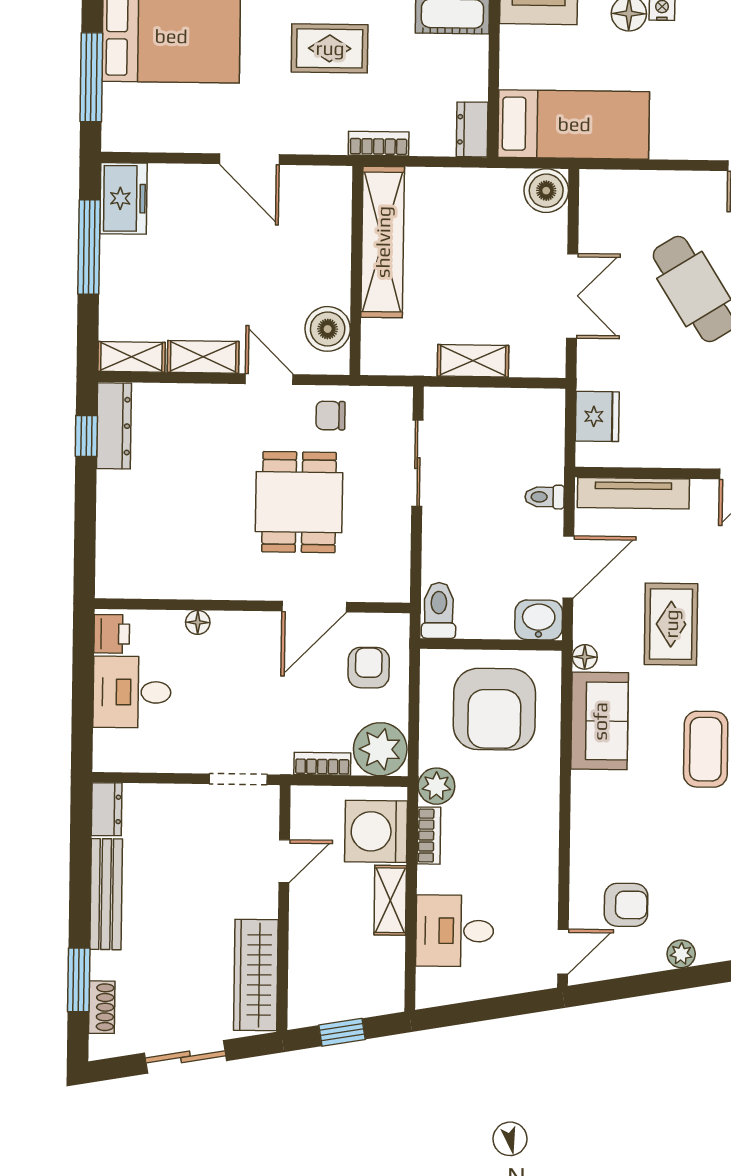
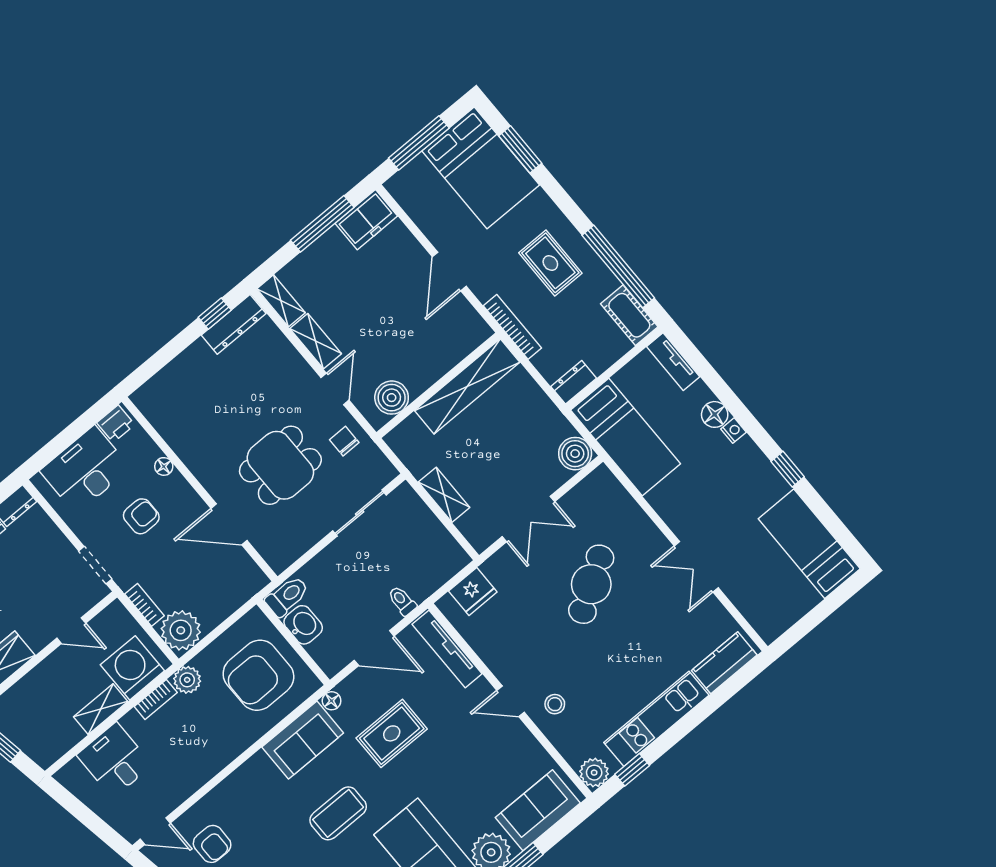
bookcase: (379, 144) -> (512, 327), width x1.56
washbasin: (539, 620) -> (303, 625), moved
armchair: (369, 668) -> (141, 516), moved
desk: (132, 692) -> (85, 470), width x1.37

